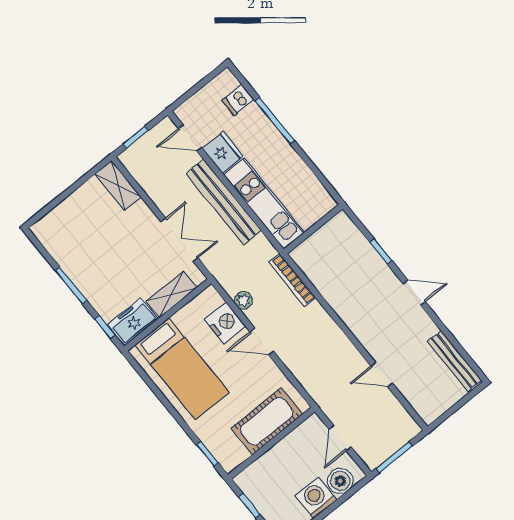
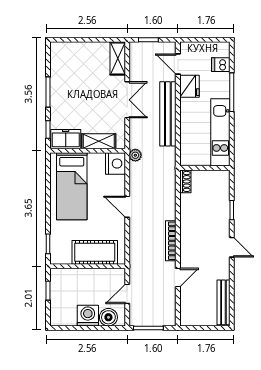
kitchen unit: (264, 203) -> (220, 132), moved, turned 180
double door: (179, 240) -> (127, 100), moved
shoe rack: (304, 261) -> (185, 181), added
bookcase: (292, 280) -> (171, 241), moved
plant: (243, 300) -> (135, 155), moved
nightstand: (225, 323) -> (115, 164), moved
door: (382, 375) -> (178, 278), swing flipped

